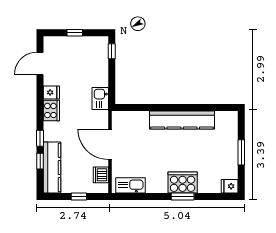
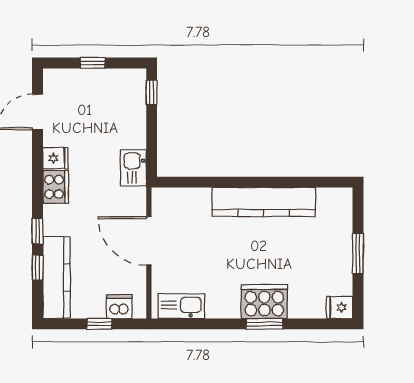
dishwasher: (101, 175) -> (119, 307), moved, turned 90

